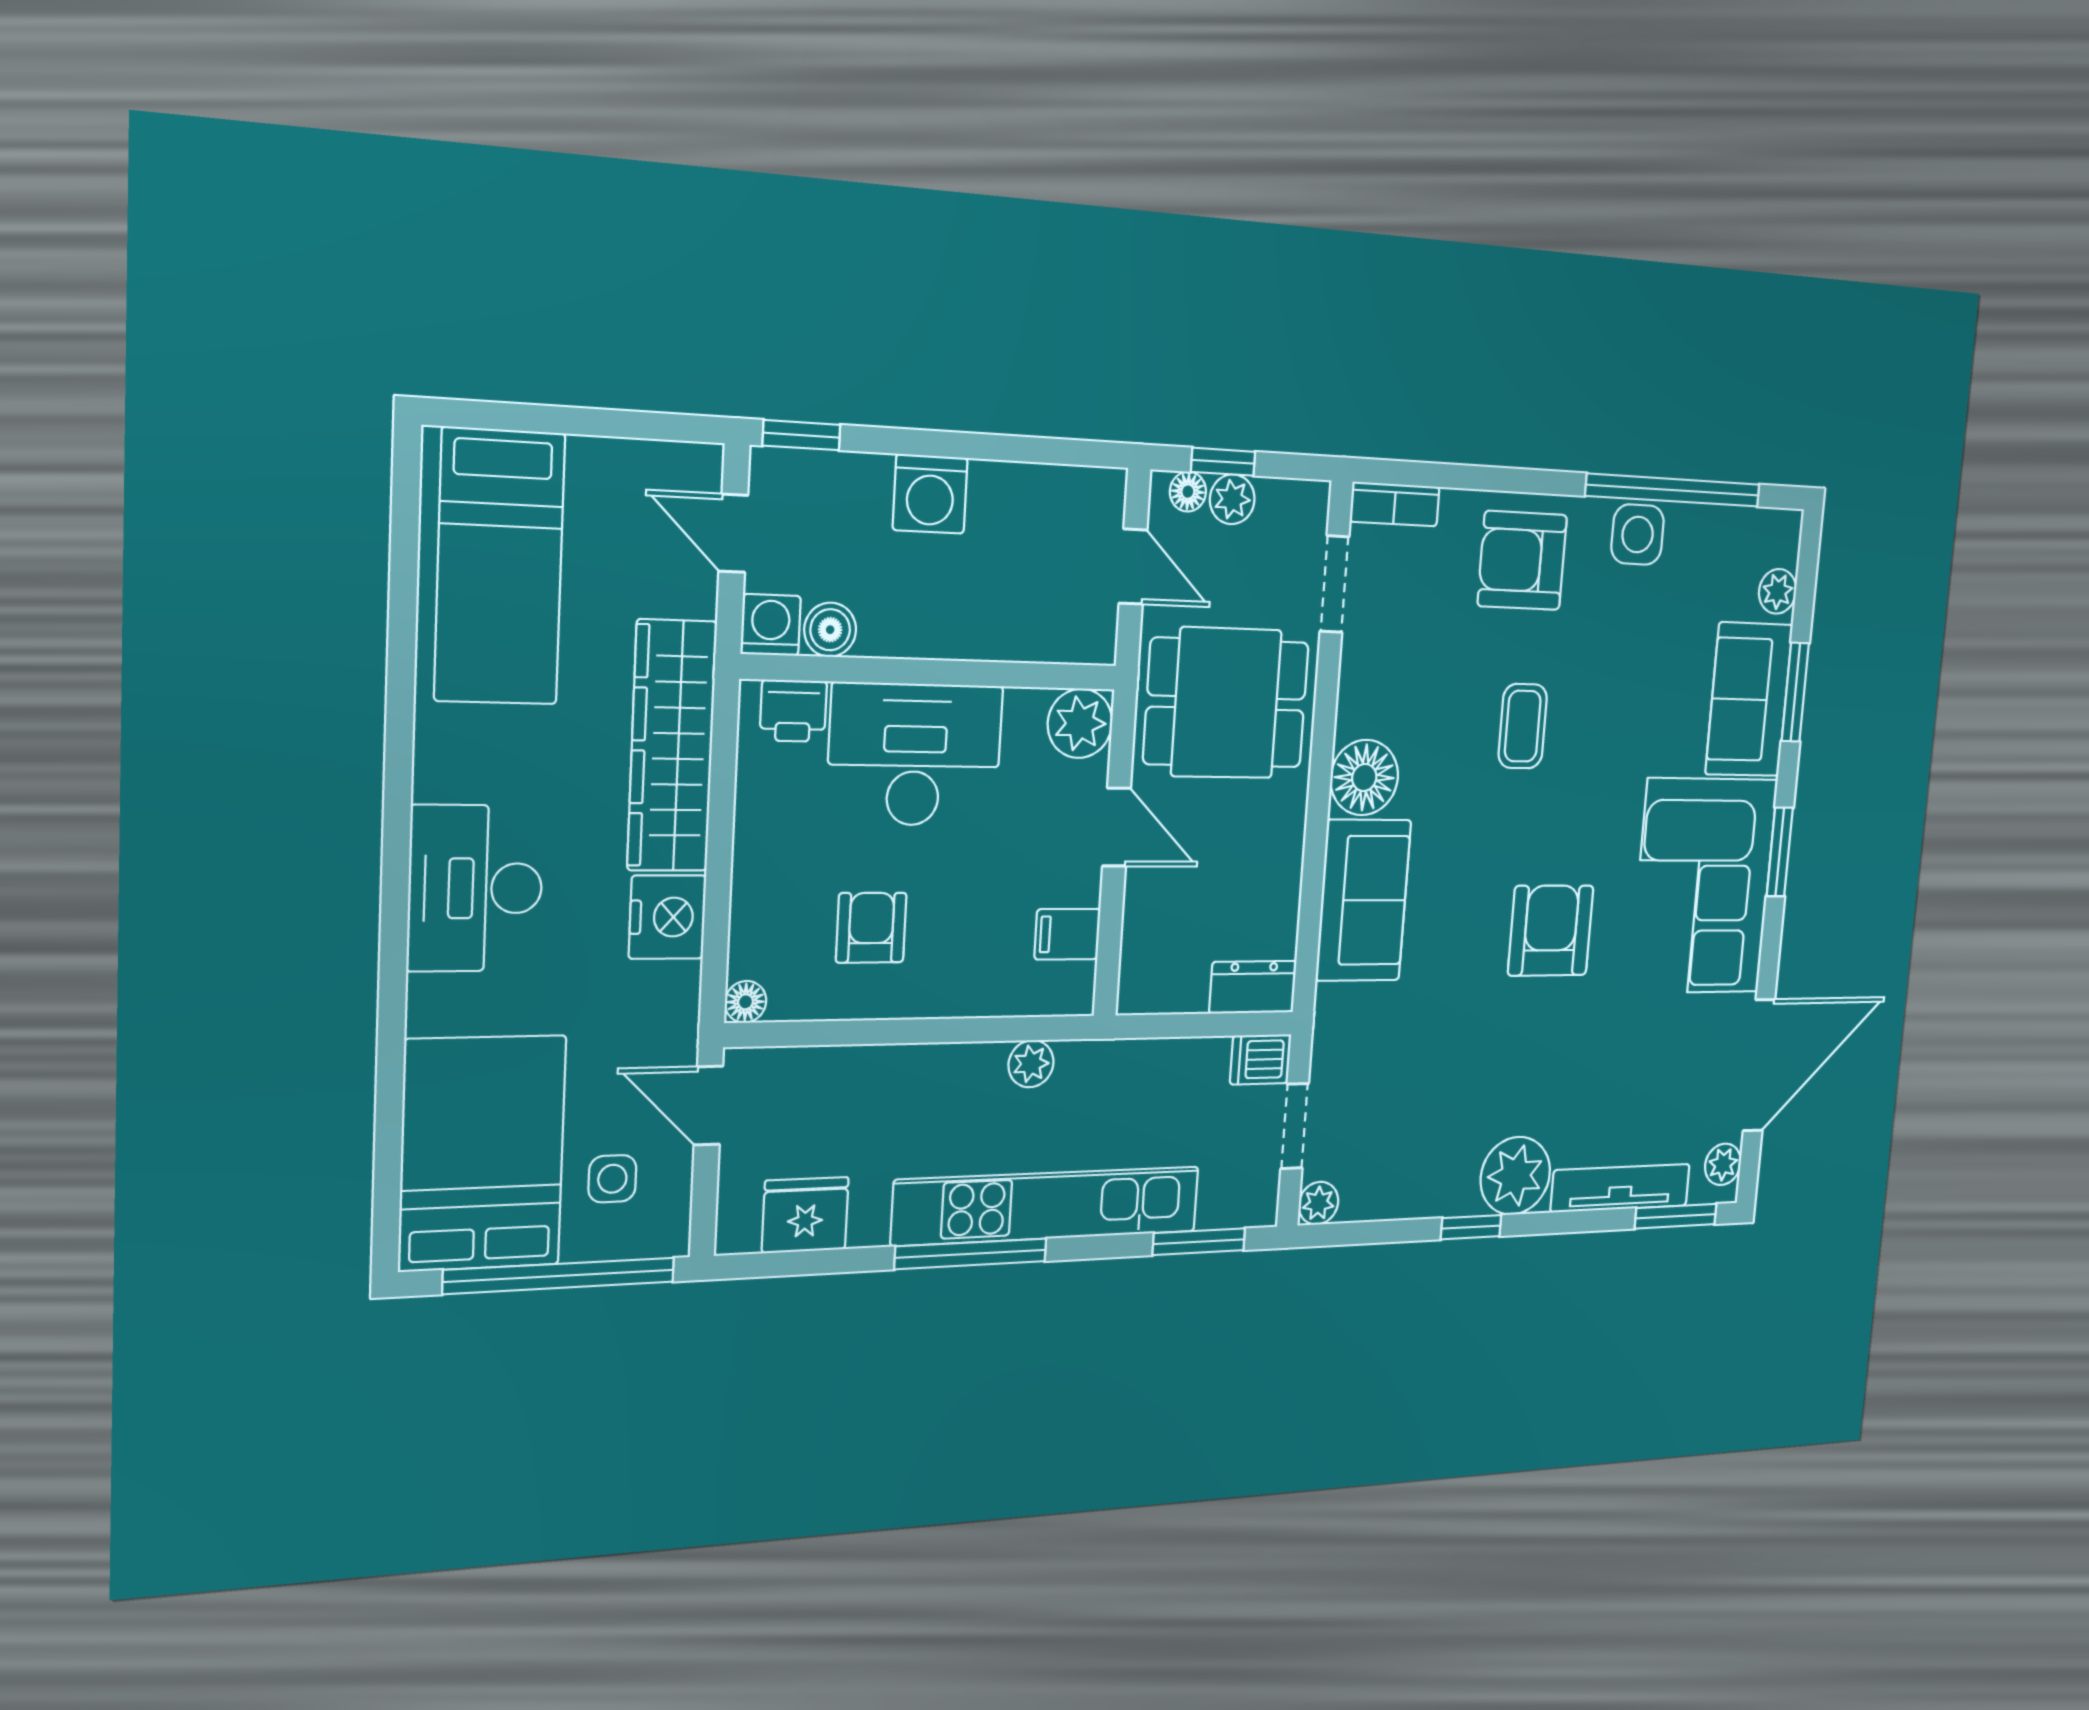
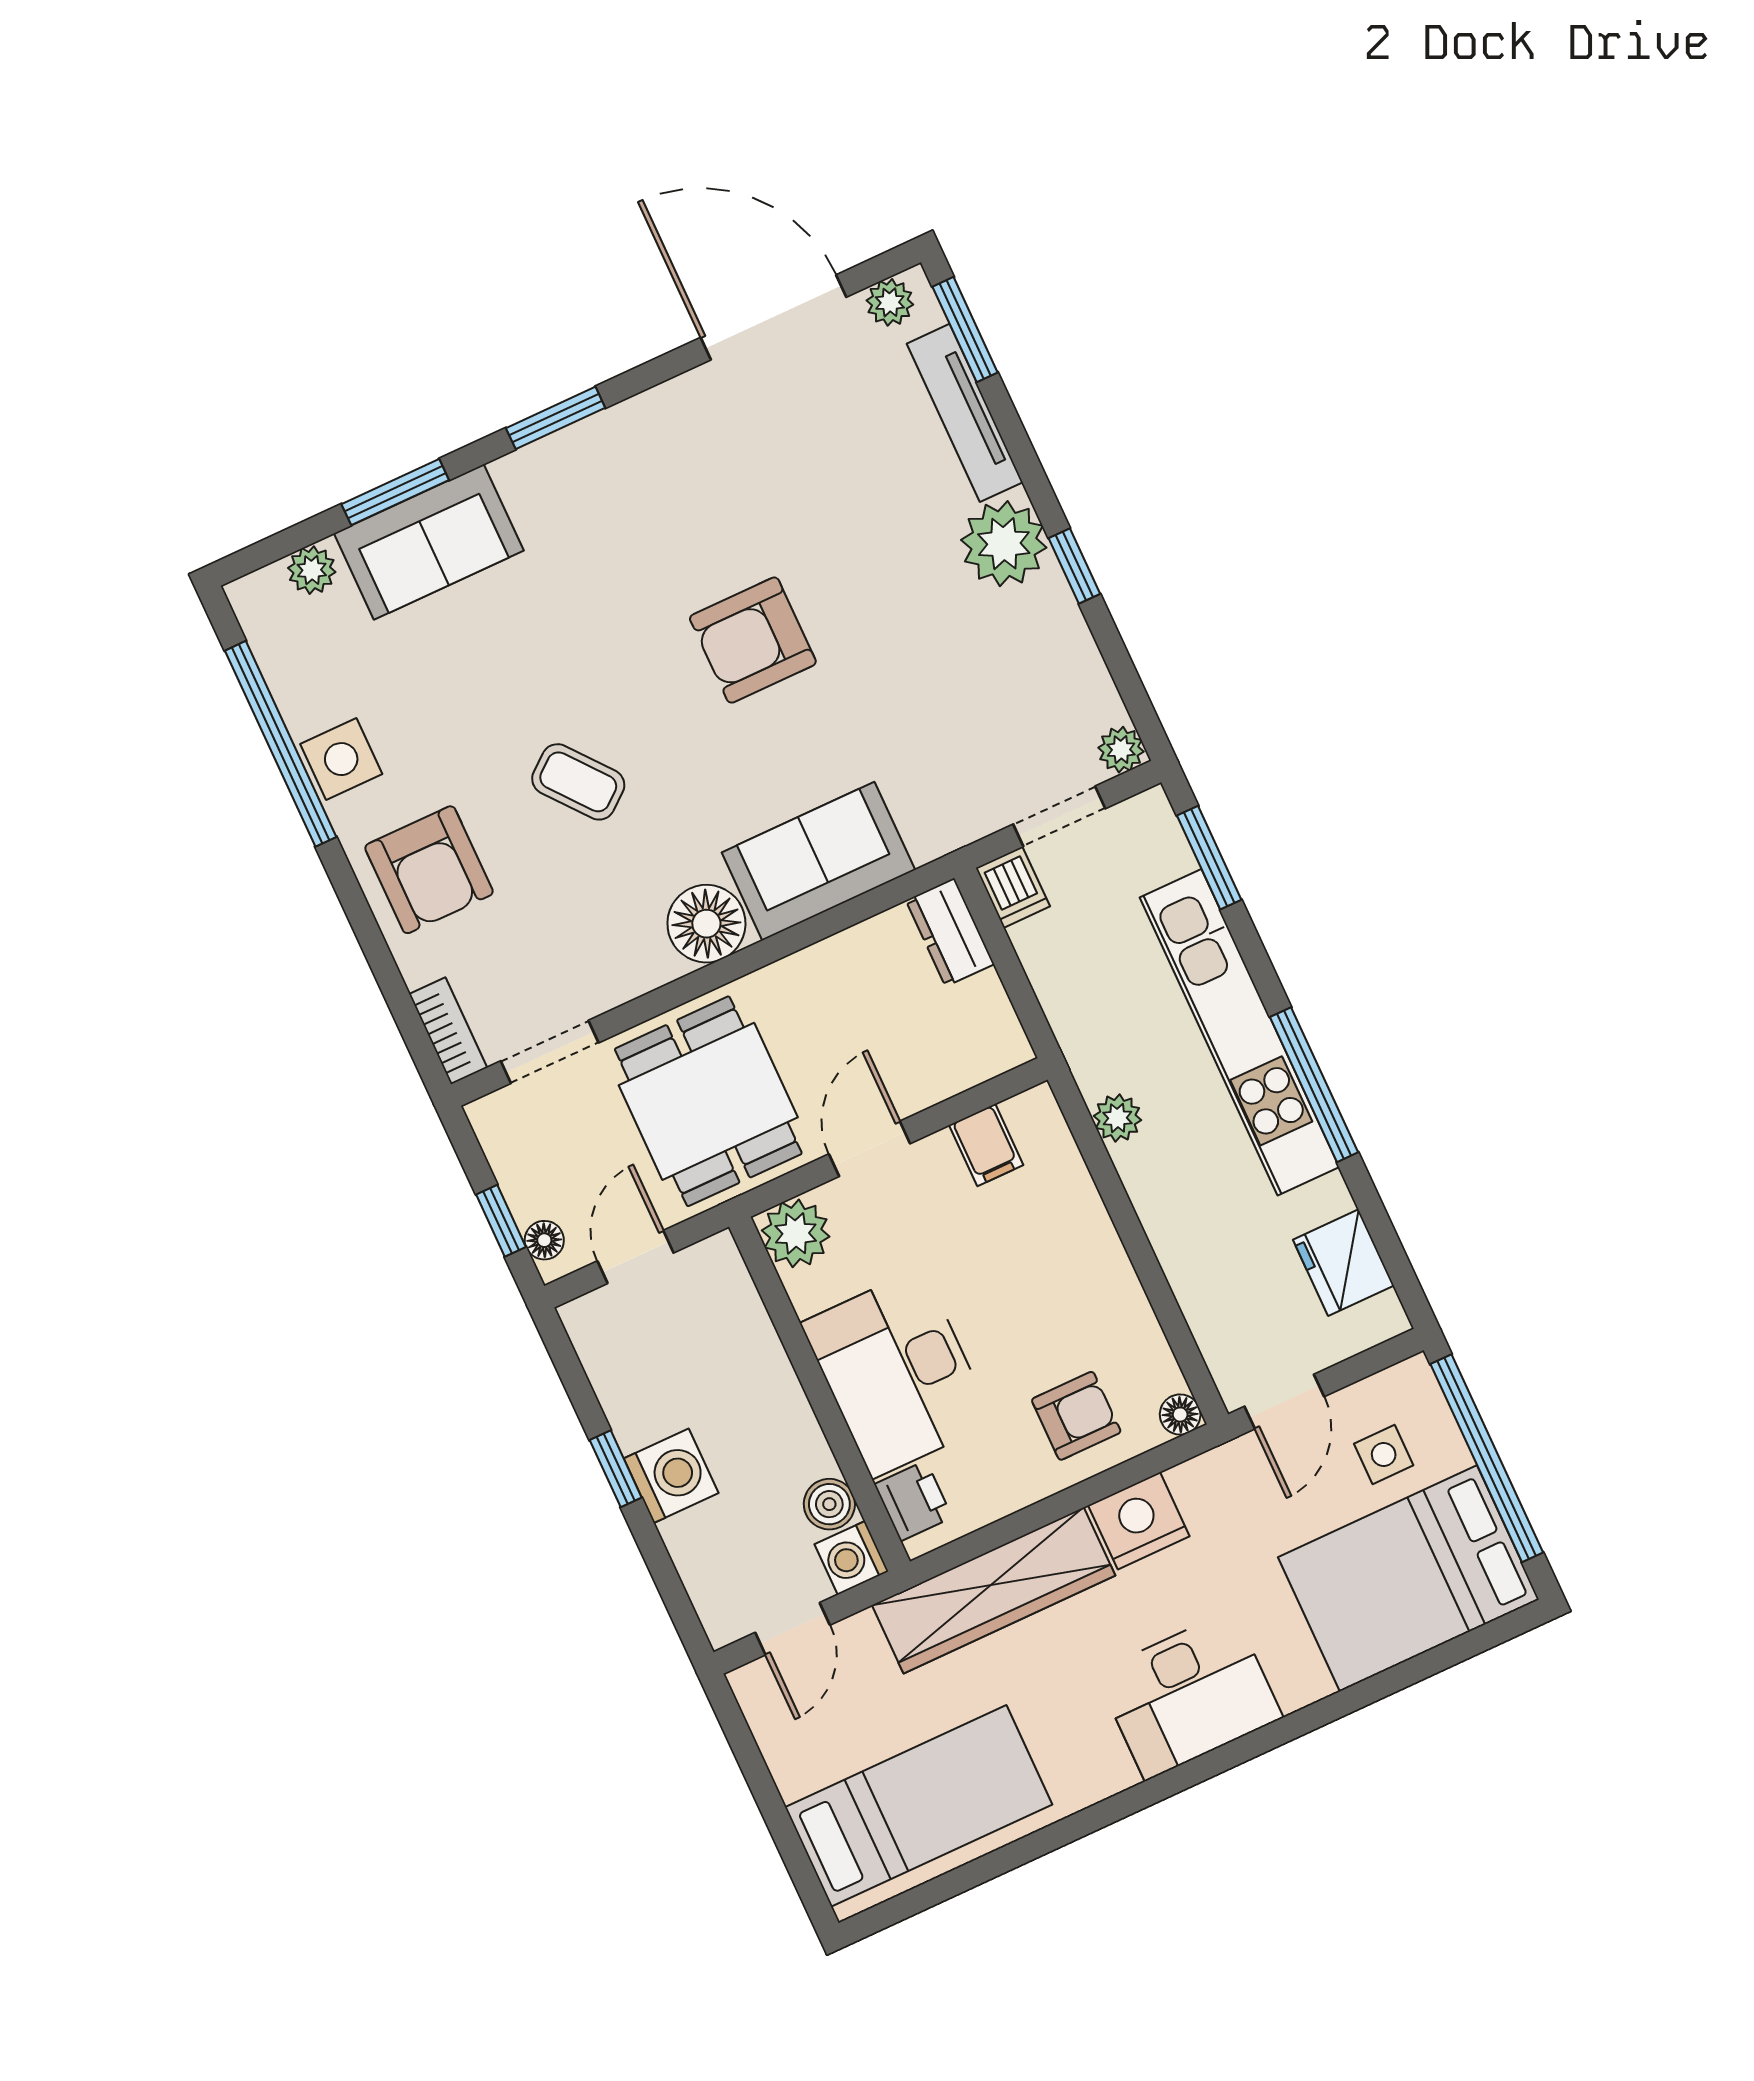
window: (801, 435) -> (616, 1469), moved
plant: (1232, 499) -> (528, 1194), removed
coffee table: (1523, 726) -> (578, 782), turned 51
corner sofa: (1703, 886) -> (630, 489), removed
armchair: (871, 928) -> (1076, 1416), moved, turned 180

